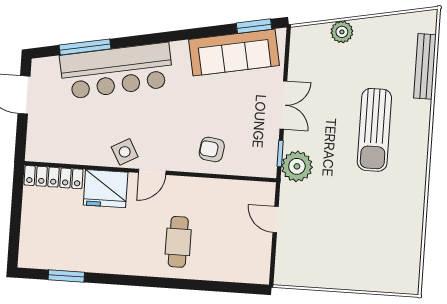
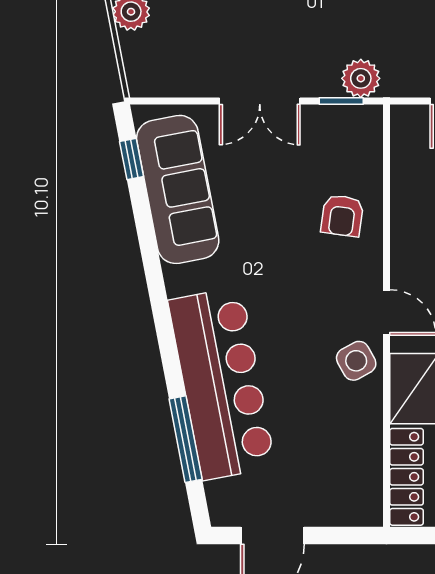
window: (254, 26) -> (132, 159), width x0.67
double door: (283, 105) -> (260, 101), swing flipped
plant: (297, 166) -> (361, 78), width x0.73, depth x0.73

